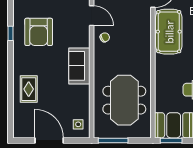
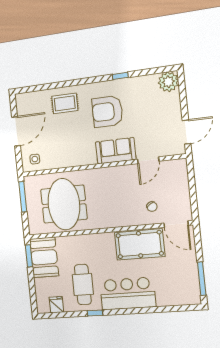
armchair: (39, 32) -> (107, 112), moved
chair: (105, 37) -> (152, 207), moved
sofa: (79, 66) -> (116, 151), moved
meeting table: (124, 100) -> (64, 204), turned 90

